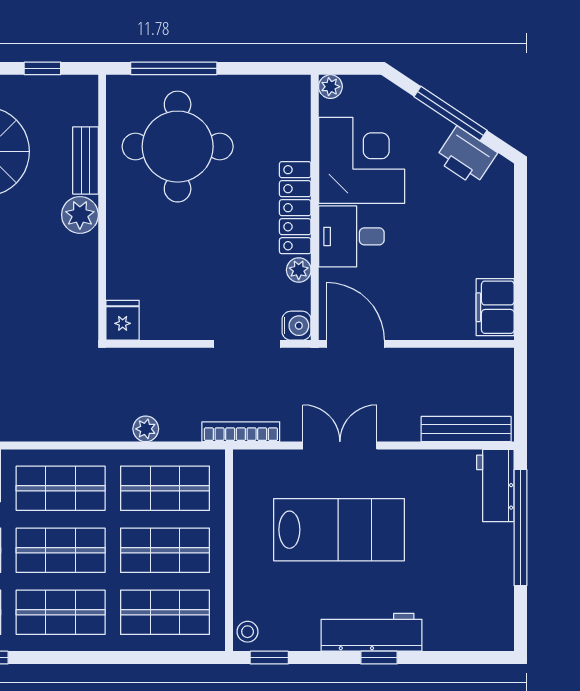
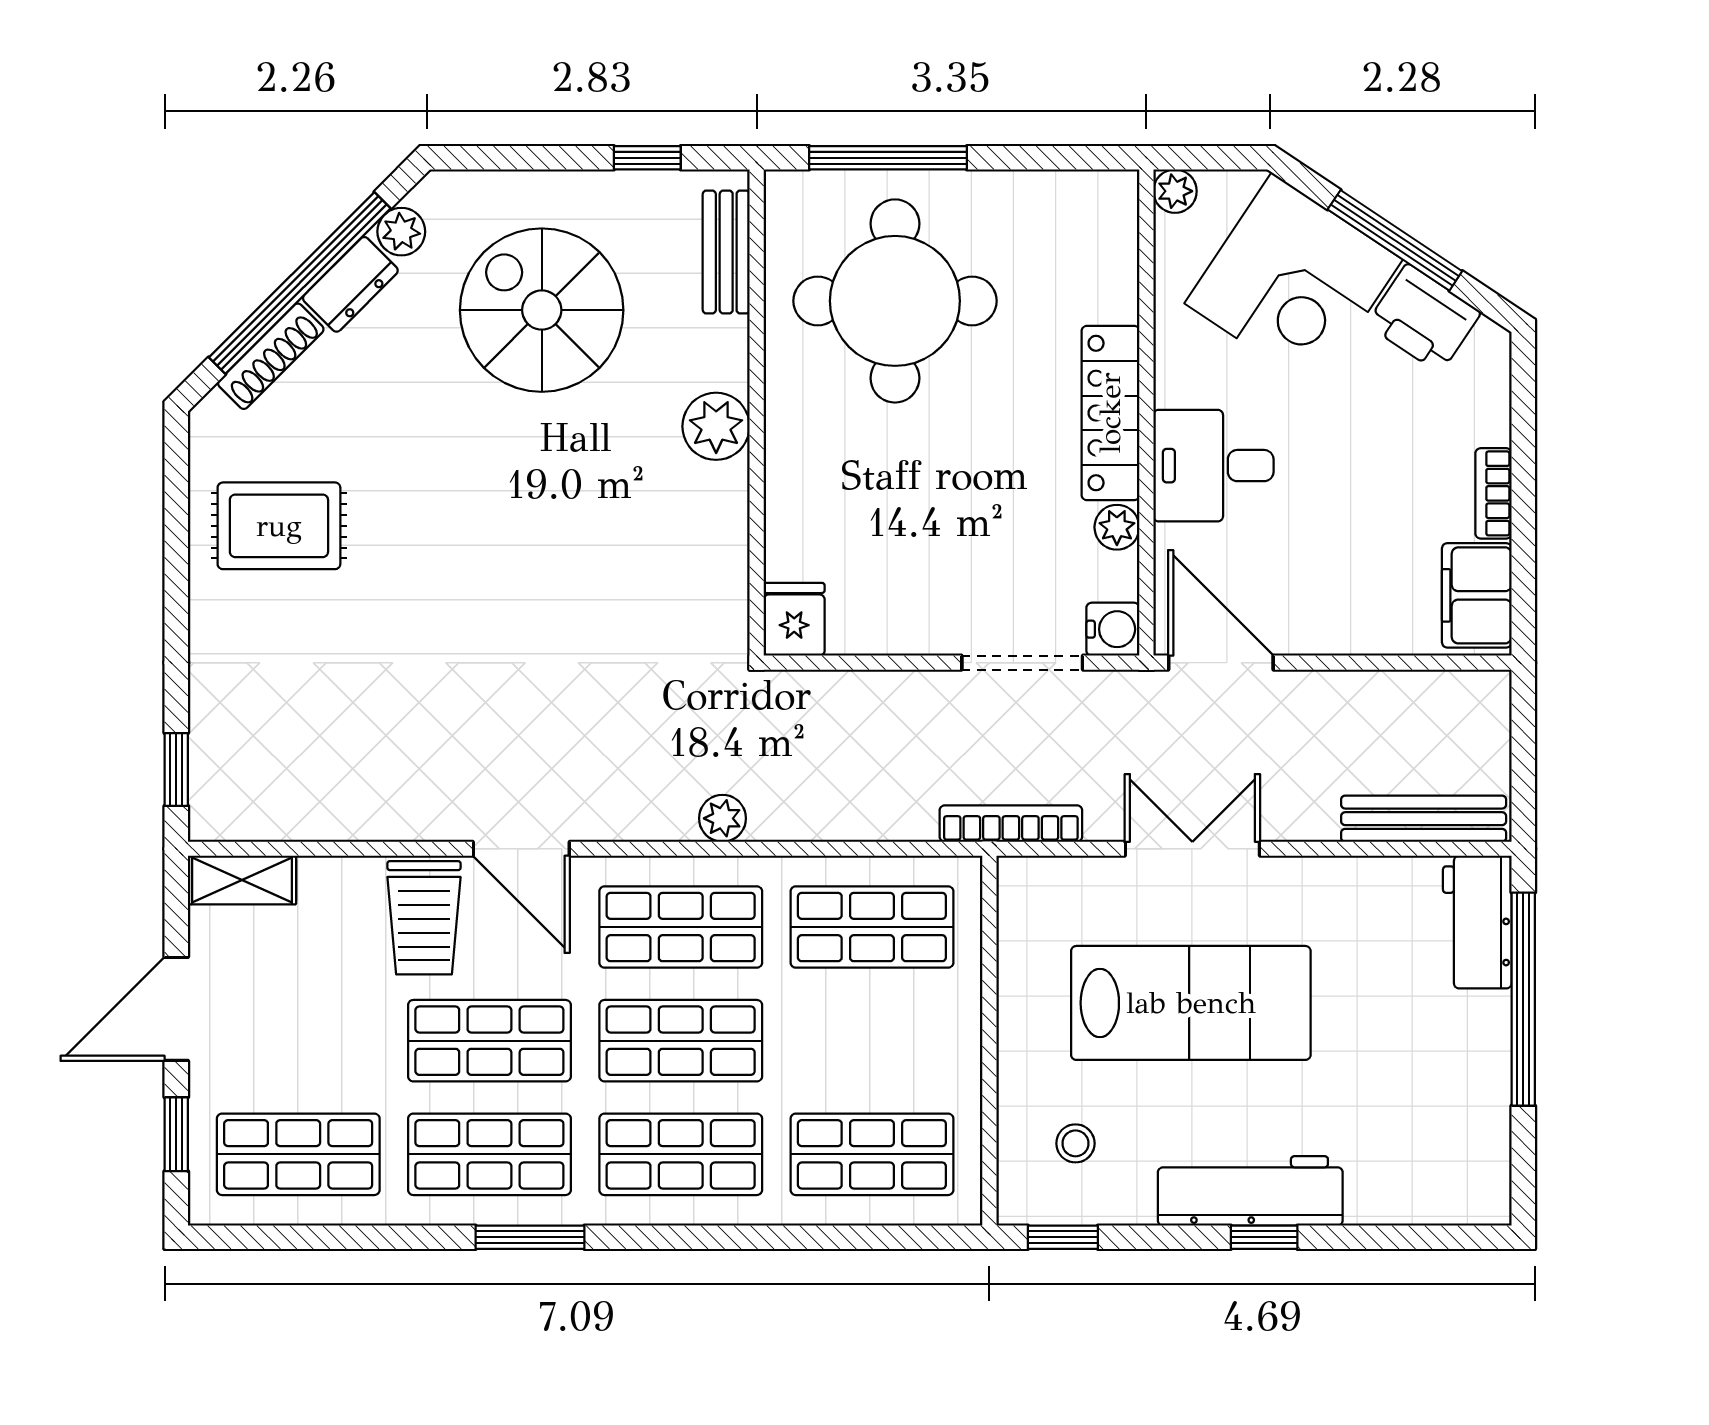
bench: (85, 160) -> (726, 252), moved
corner desk: (362, 160) -> (1294, 281), moved, turned 124
bookcase: (504, 252) -> (1493, 493), added
plant: (146, 429) -> (723, 818), moved
shop shelf: (165, 550) -> (872, 1041), removed
stool: (248, 632) -> (1075, 1143), moved

